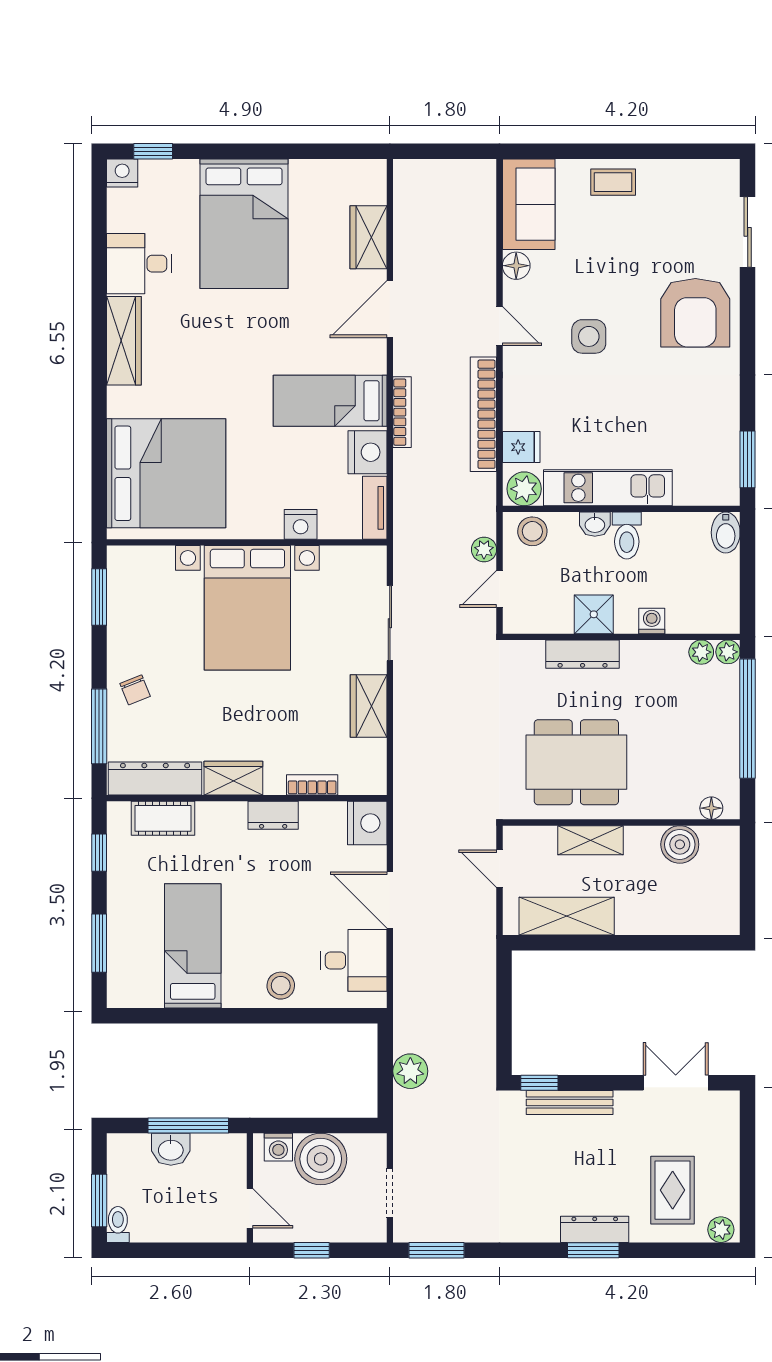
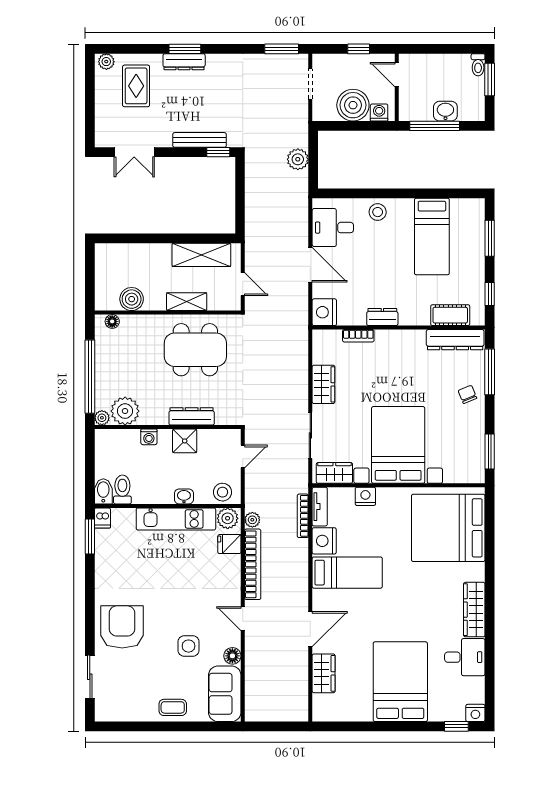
side table: (589, 336) -> (189, 646), moved
bookcase: (402, 412) -> (303, 516), moved
dishwasher: (727, 489) -> (102, 518), added
toilet: (627, 536) -> (122, 489), moved
plant: (484, 549) -> (252, 520), moved
plant: (701, 652) -> (125, 411), width x1.88, depth x1.88
wardrobe: (233, 778) -> (334, 473), moved, turned 180

